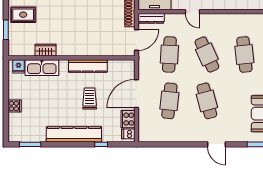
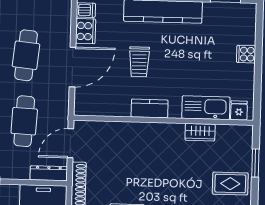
kitchen counter: (88, 66) -> (150, 108), width x0.67

